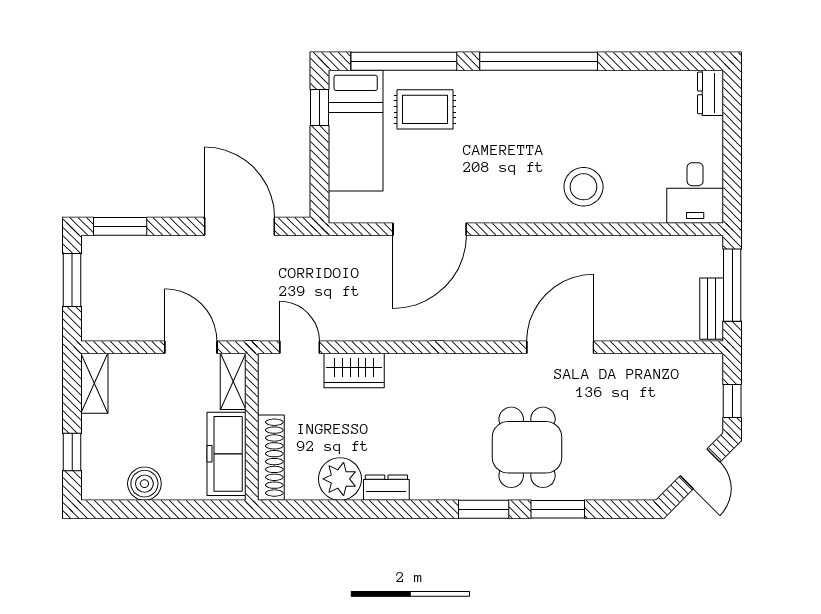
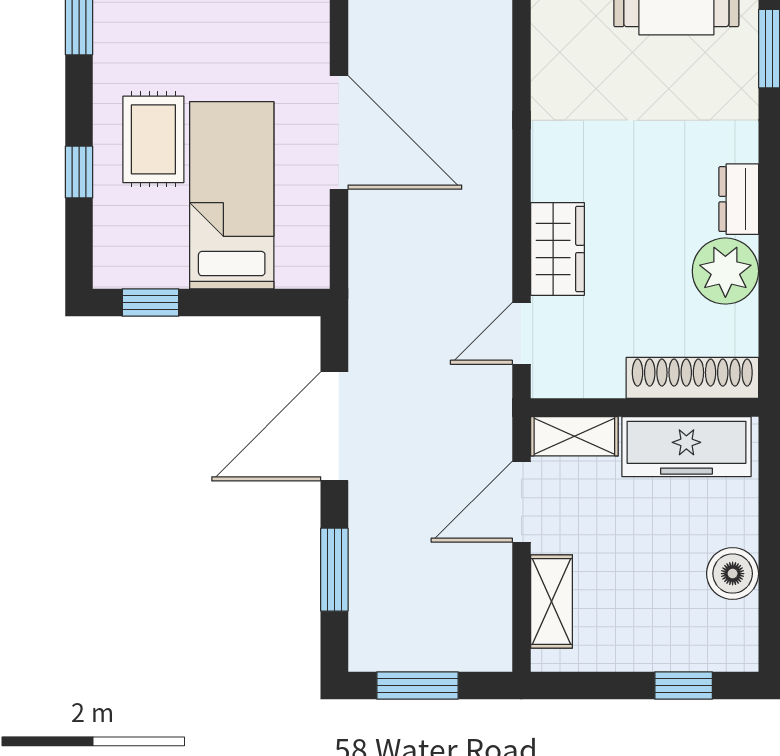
window: (404, 61) -> (79, 172), width x0.32
bed: (356, 131) -> (232, 195), moved, turned -90
window: (120, 226) -> (334, 570), moved
shelving: (94, 383) -> (551, 601), moved, turned 90

